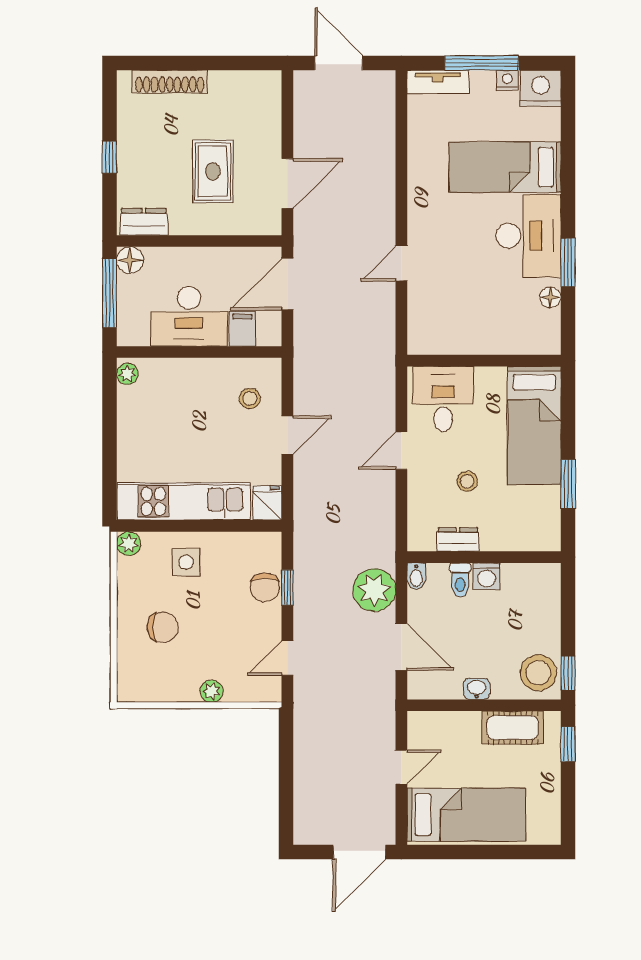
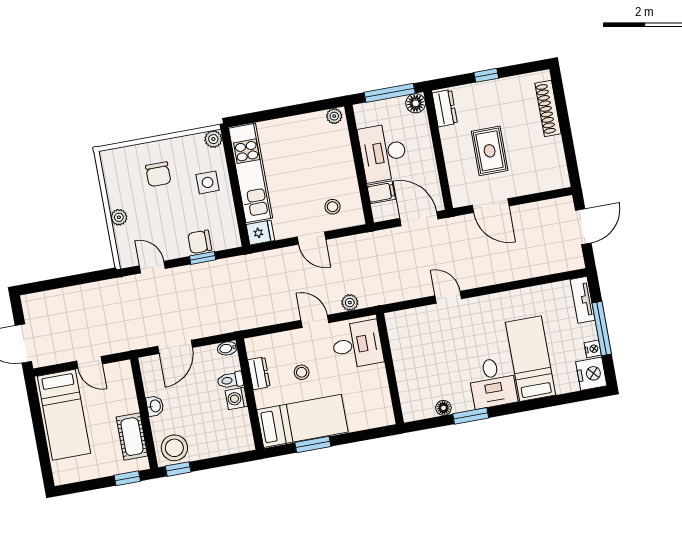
rug: (213, 171) -> (490, 151), turned 90
desk: (528, 236) -> (493, 383), width x0.73
bed: (534, 426) -> (302, 421), moved, turned 180
plant: (374, 590) -> (350, 303), moved, width x0.53, depth x0.53

